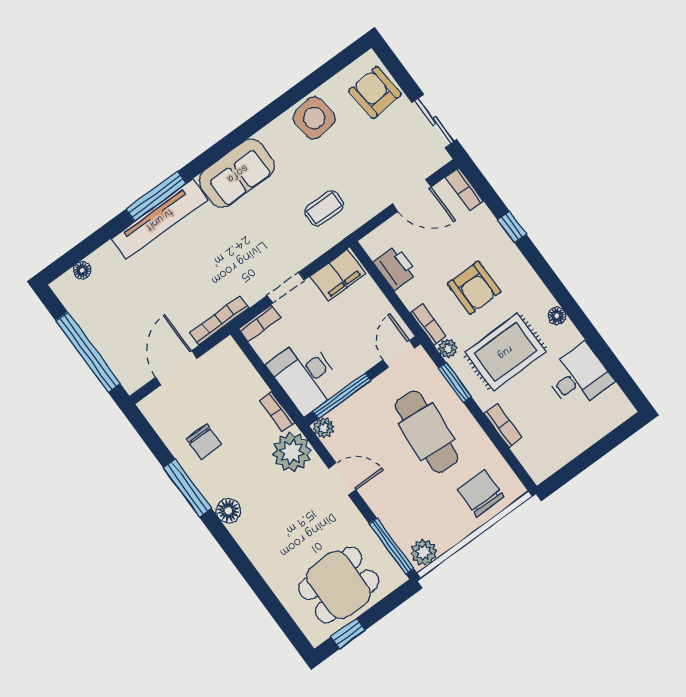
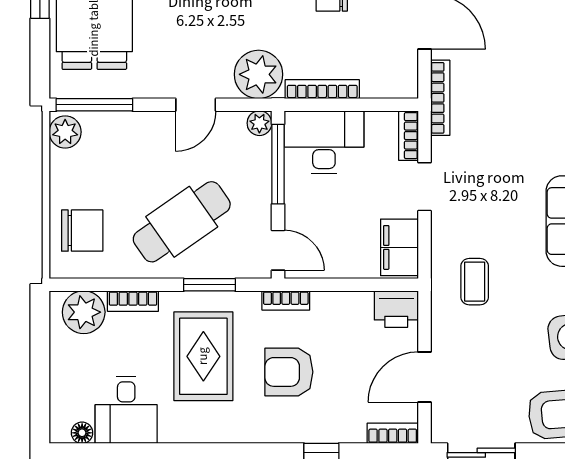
printer: (395, 268) -> (396, 309), moved
floor lamp: (557, 316) -> (82, 433), moved
plant: (448, 349) -> (84, 312), moved, width x1.88, depth x1.88
bookcase: (277, 412) -> (322, 89), width x1.56
cafe table: (427, 432) -> (182, 222), turned -40

